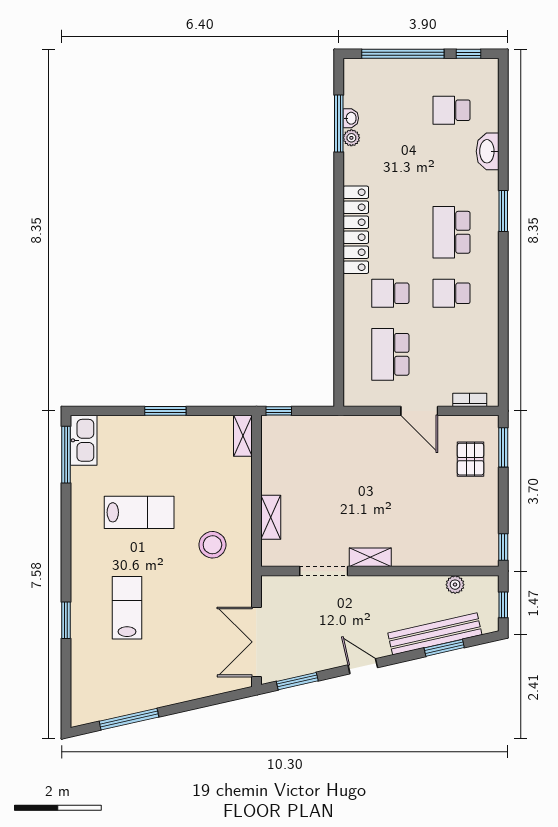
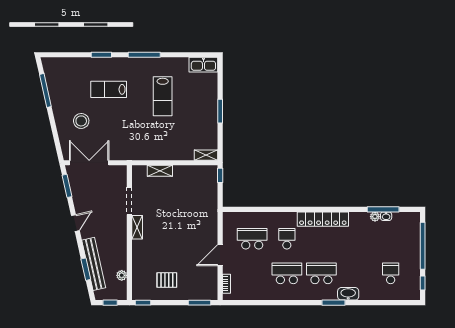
washbasin: (488, 151) -> (348, 294), moved
school desk: (452, 293) -> (287, 273), width x1.85
window: (66, 455) -> (144, 55), moved
pallet: (470, 459) -> (167, 280), moved
stool: (212, 545) -> (81, 121), moved
lab bench: (127, 608) -> (109, 89), turned 180

